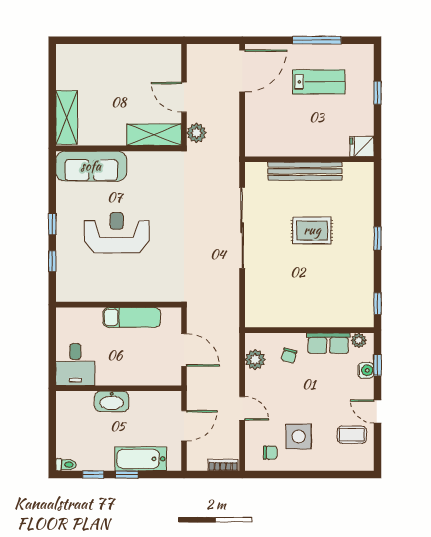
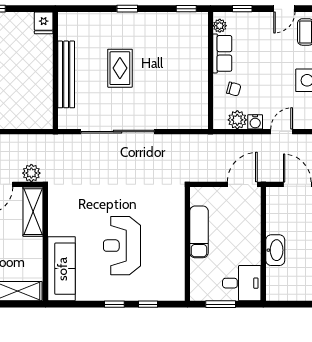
window: (52, 341) -> (221, 304), added
door: (184, 350) -> (242, 184), moved
water cooler: (366, 370) -> (255, 122), moved, turned 180

